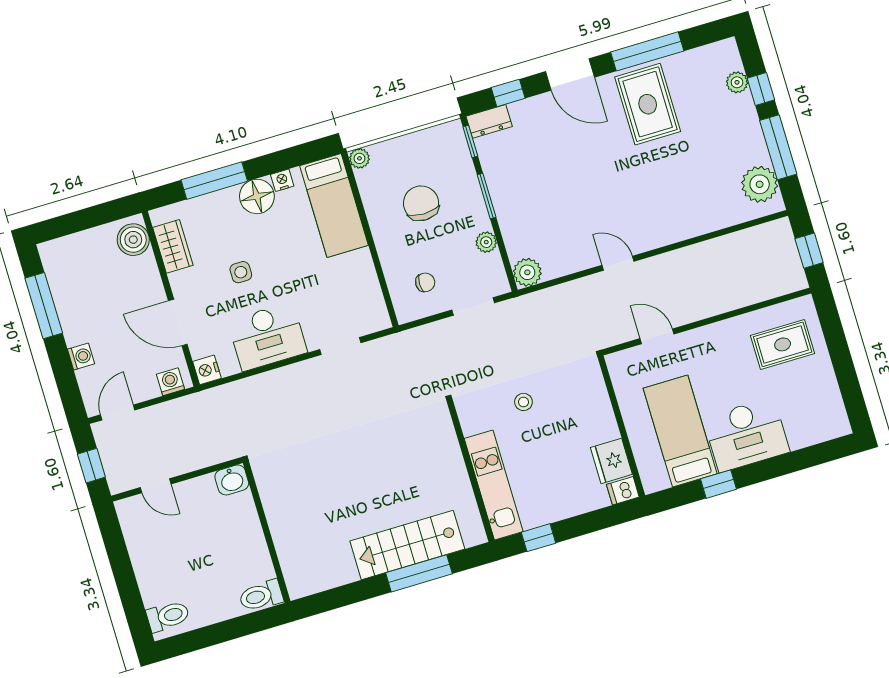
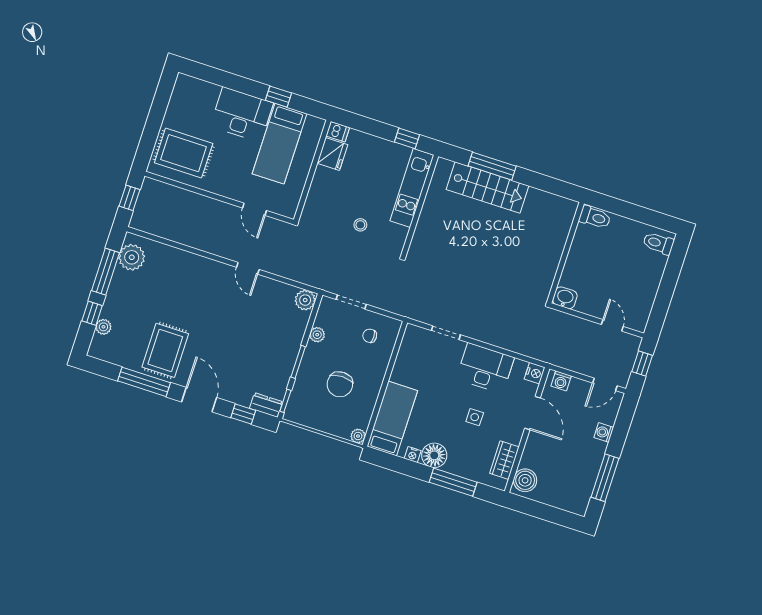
rug: (783, 344) -> (184, 153), width x1.36, depth x1.43

